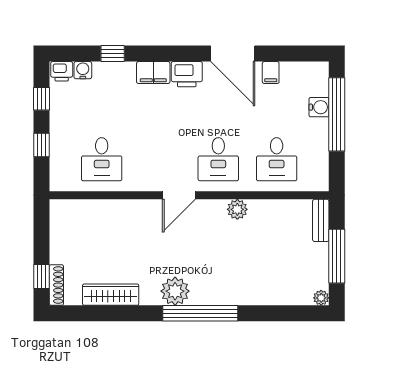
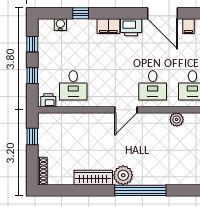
printer: (62, 71) -> (48, 100), moved, turned 180
plant: (237, 209) -> (177, 119), moved
window: (42, 276) -> (32, 136), moved
wardrobe: (111, 295) -> (93, 178), moved

